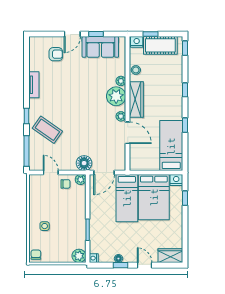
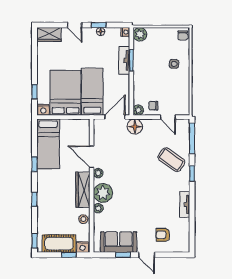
door: (72, 34) -> (147, 255), swing flipped
tv unit: (95, 230) -> (124, 60), added

